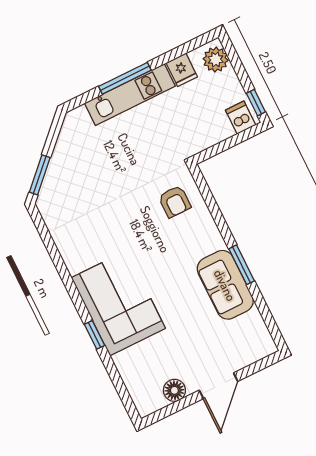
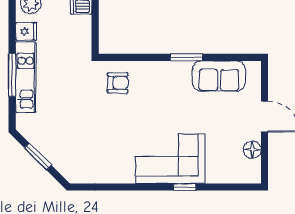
window: (40, 175) -> (38, 157), moved
sofa: (225, 285) -> (219, 76), moved

